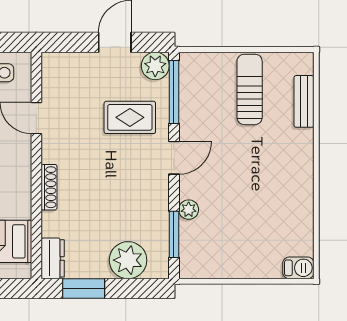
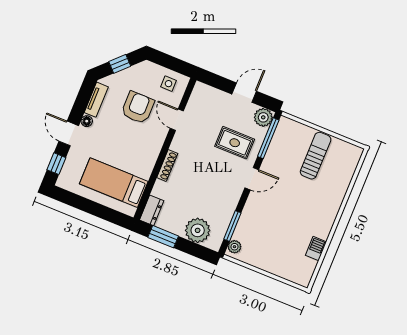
bench: (304, 101) -> (346, 177), removed
plant: (189, 210) -> (234, 247), moved
barbecue: (298, 268) -> (316, 249), moved, turned -90

